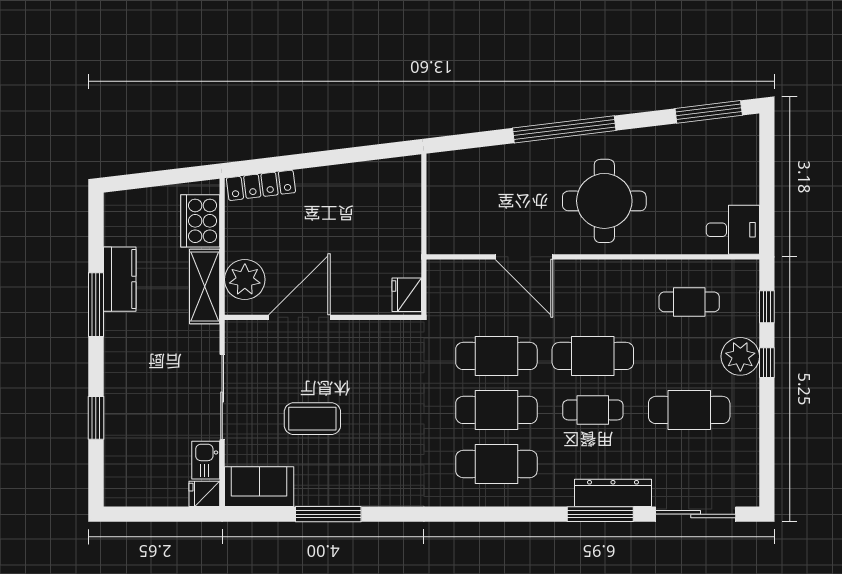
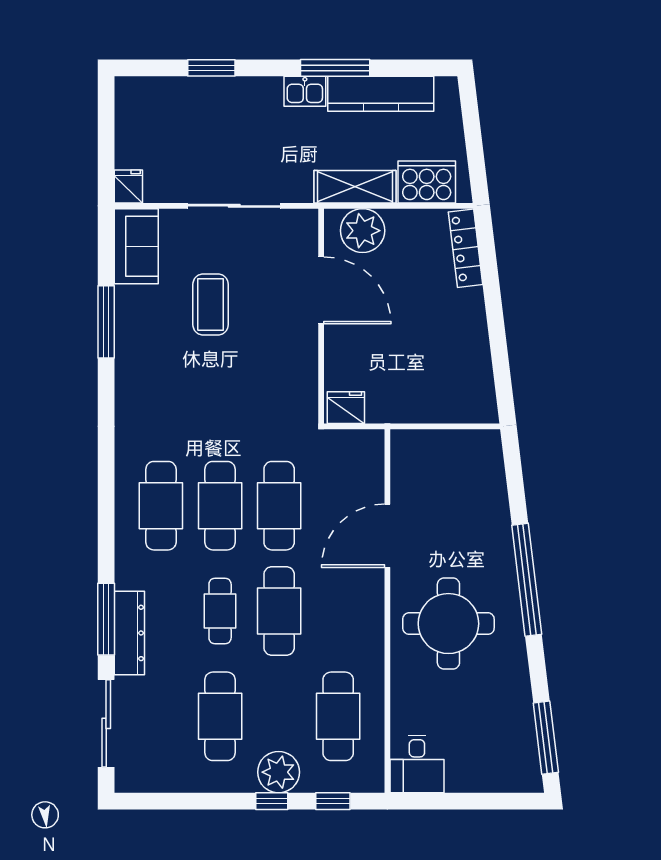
kitchen counter: (120, 279) -> (381, 94), width x1.50
cafe table: (689, 302) -> (338, 716), width x1.37, depth x1.35
kitchen sink: (206, 460) -> (305, 91), moved, turned 180

